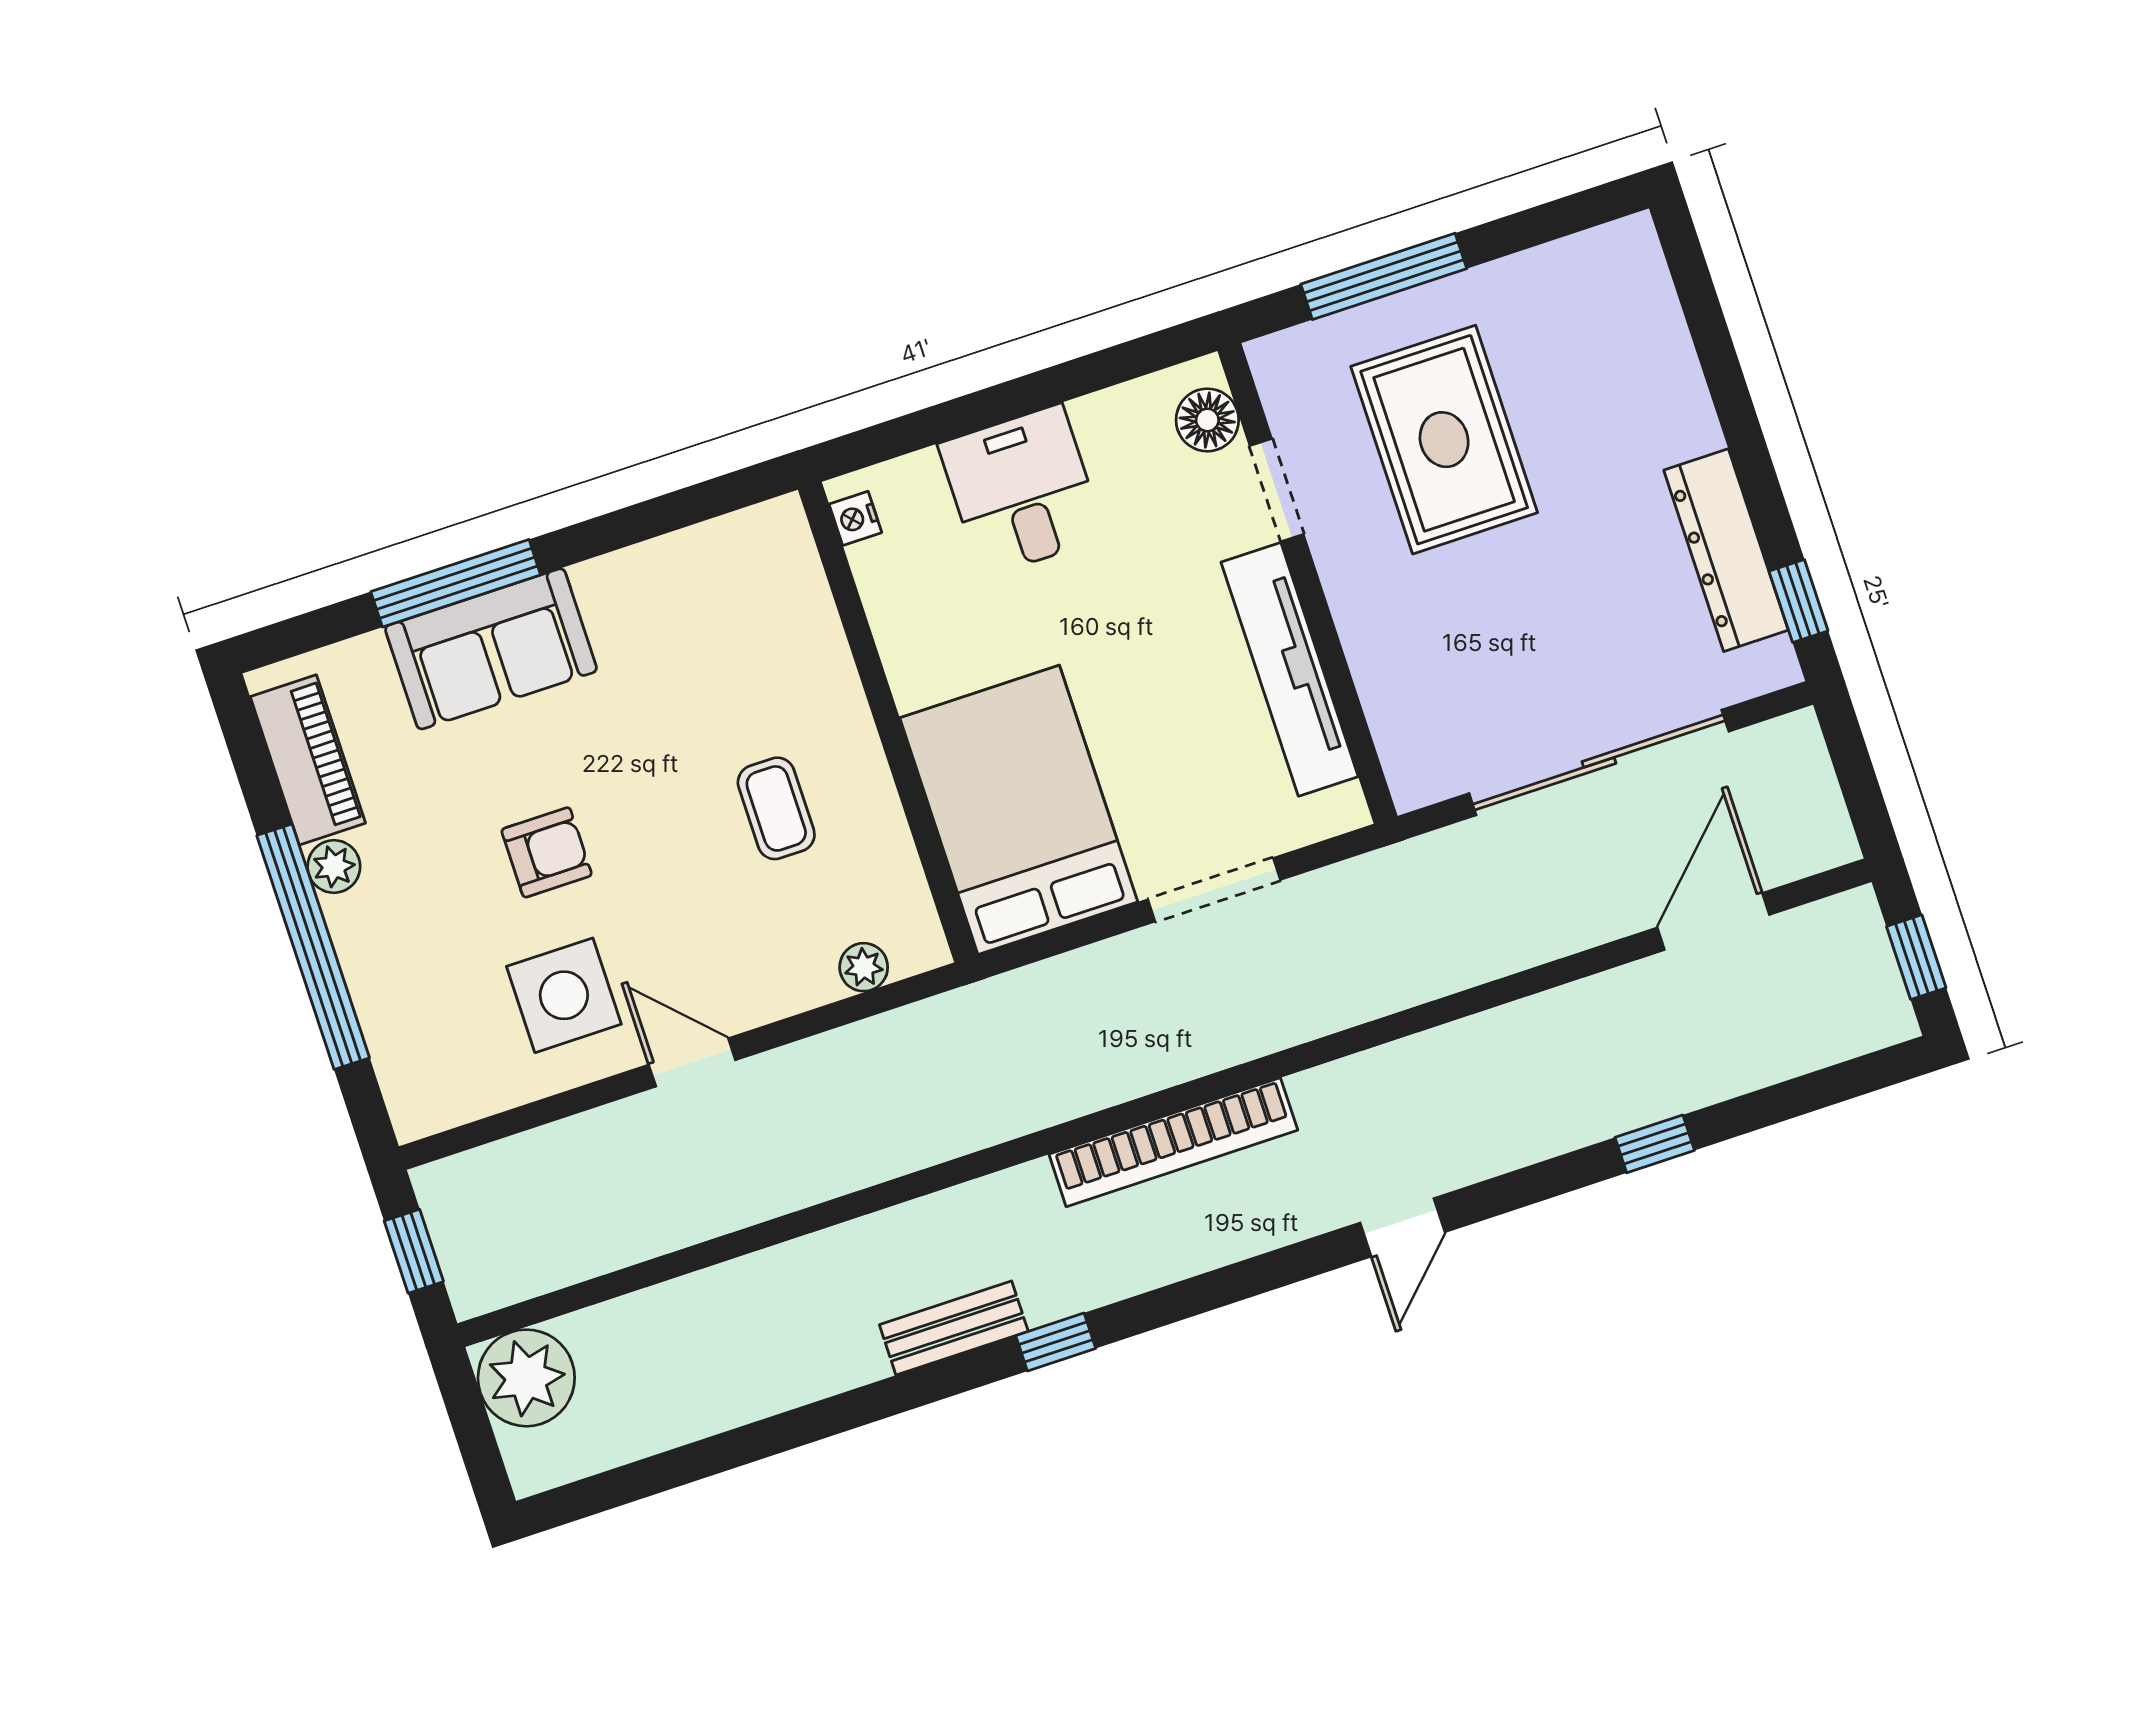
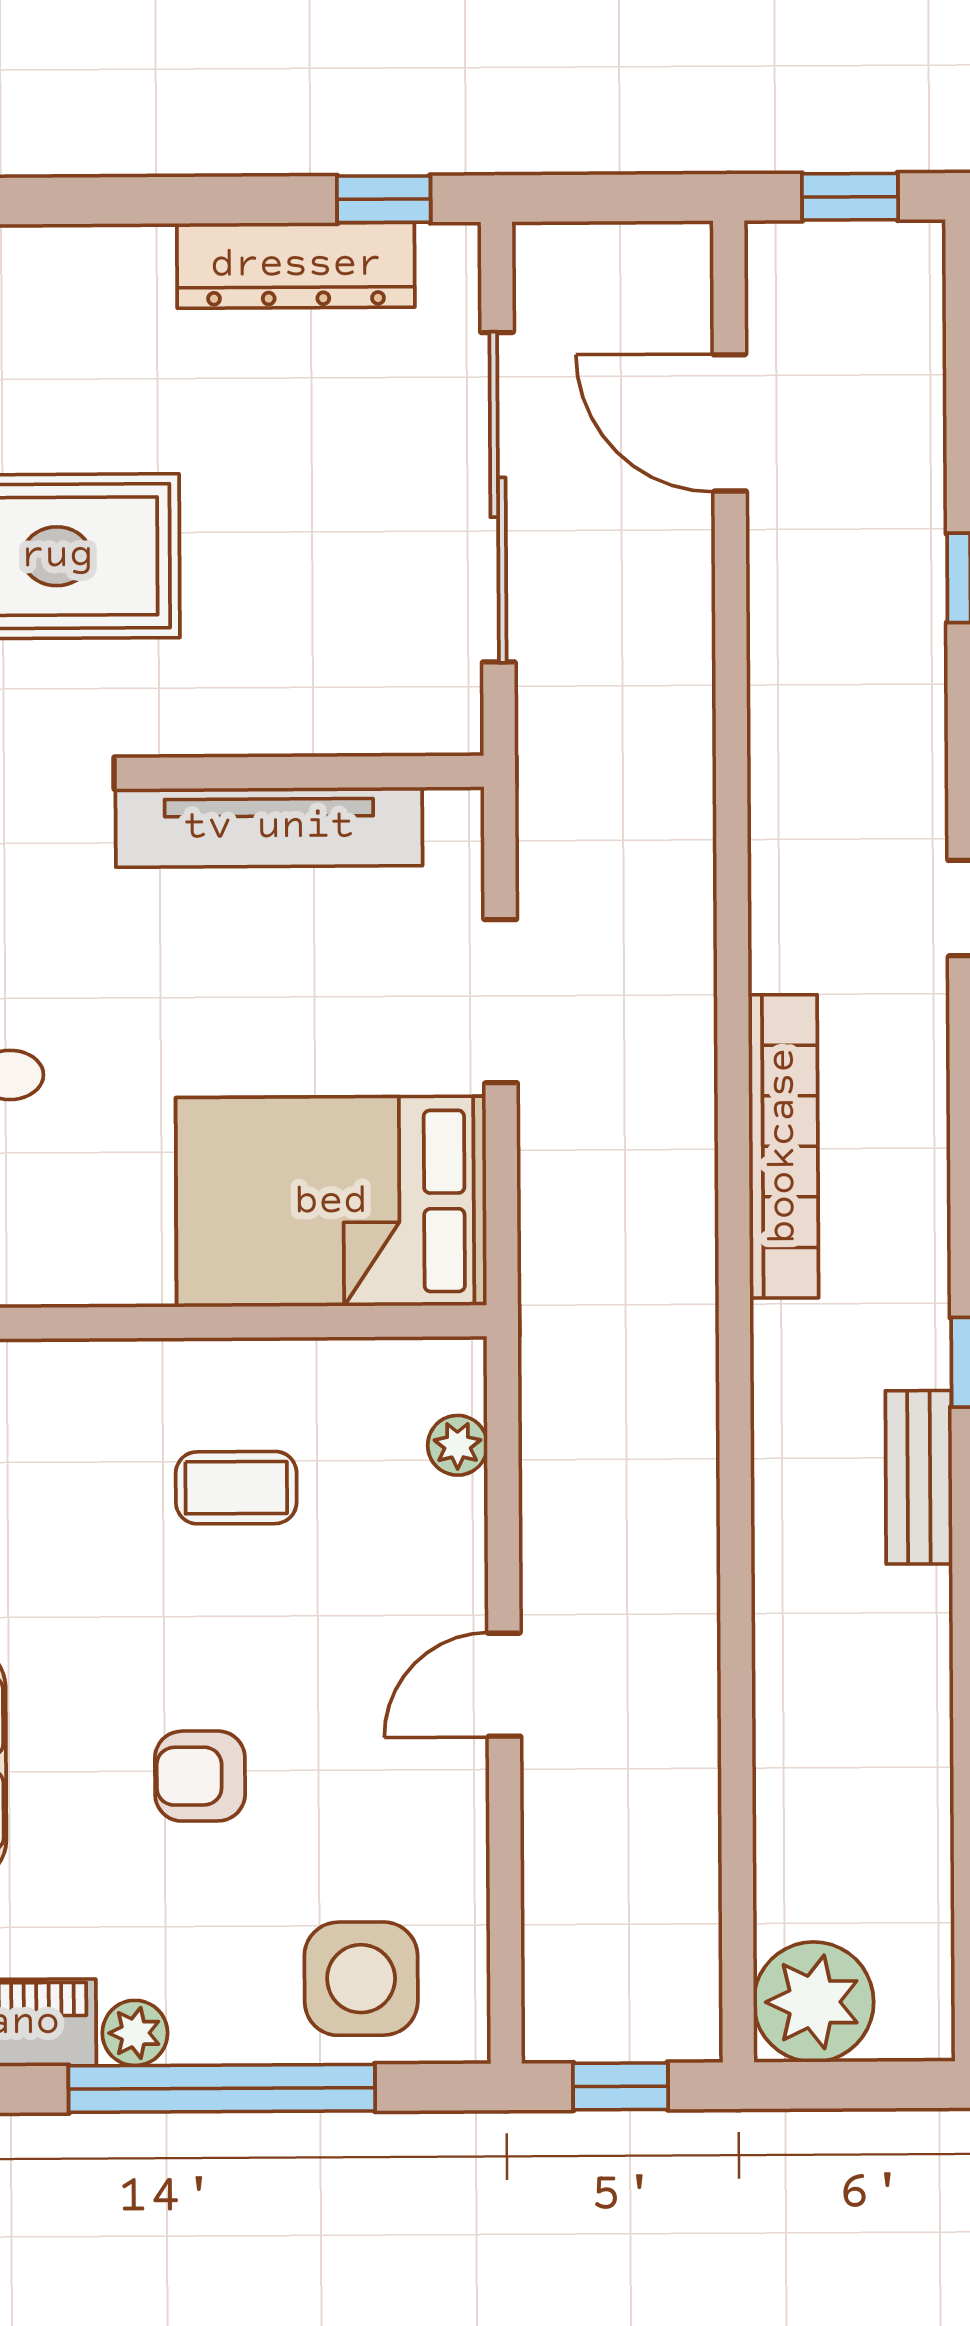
armchair: (547, 852) -> (200, 1776), turned -90
side table: (564, 995) -> (361, 1979), moved

